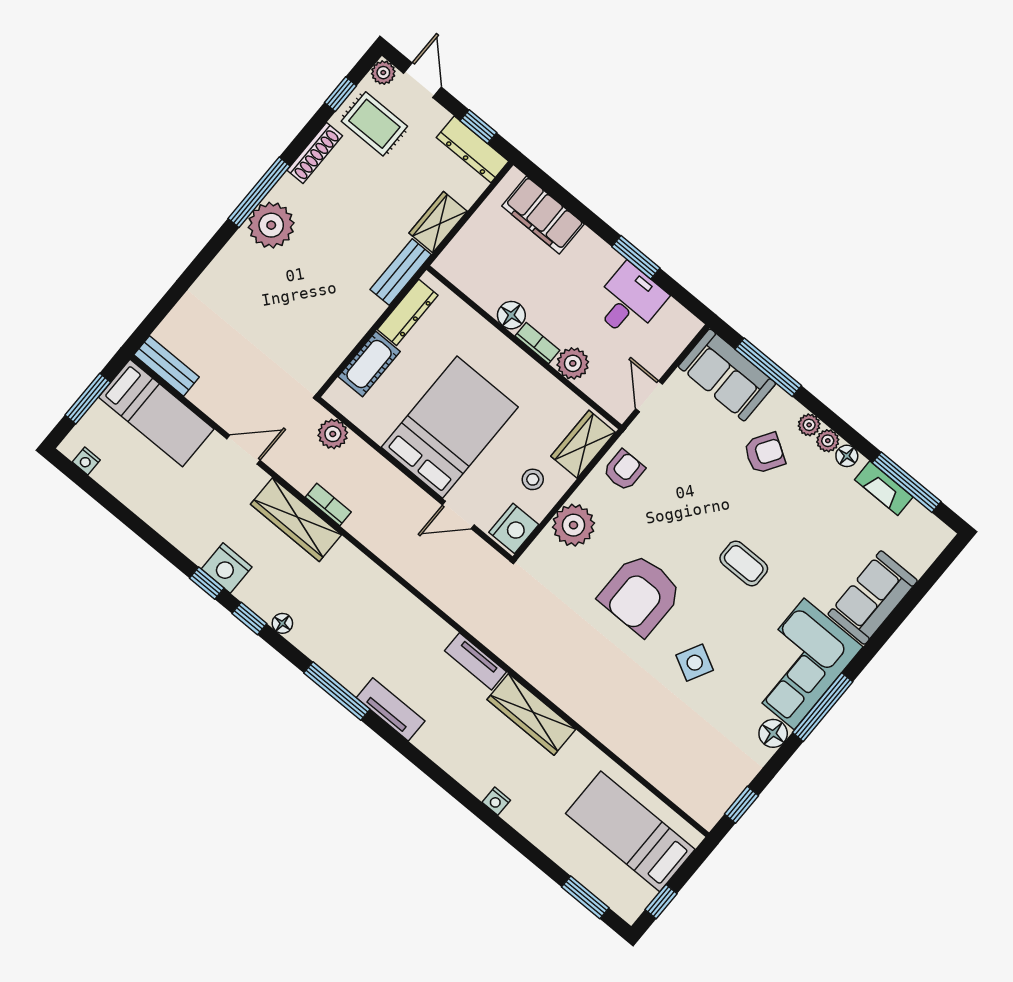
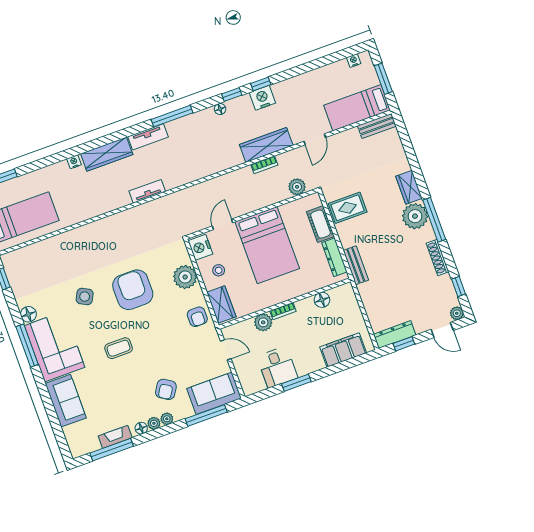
rug: (374, 124) -> (348, 208), moved
wardrobe: (438, 222) -> (409, 187), moved, turned 180
floor lamp: (511, 315) -> (322, 300), moved
wardrobe: (531, 714) -> (107, 154), moved, turned 180

